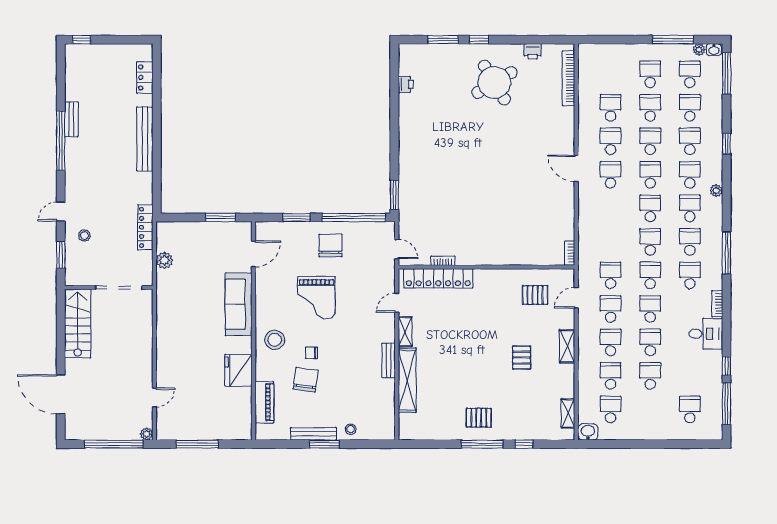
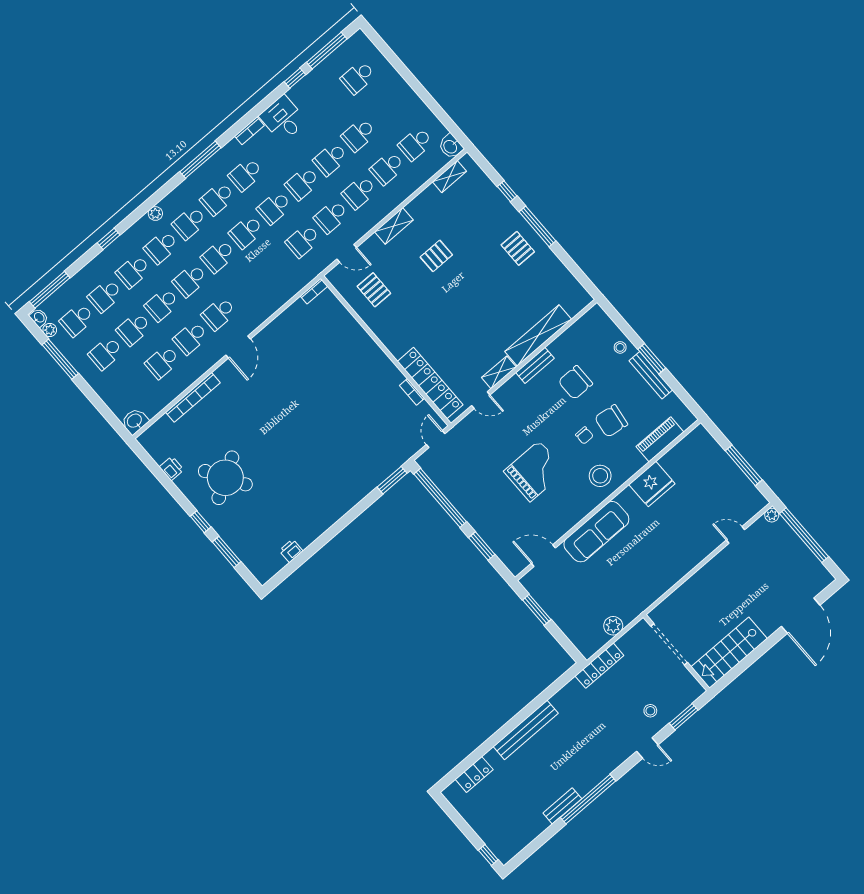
washbasin: (587, 54) -> (135, 421), added
bookcase: (568, 78) -> (193, 397), moved
chair: (330, 245) -> (575, 382), moved

